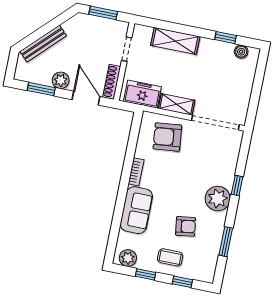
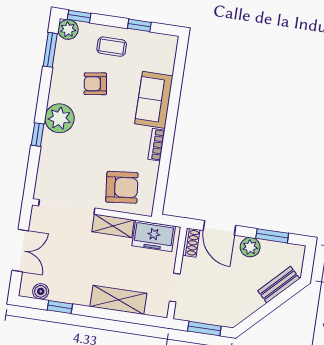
bench: (43, 44) -> (279, 285), width x0.73
shoe rack: (112, 82) -> (191, 243), width x0.70
double door: (257, 87) -> (20, 251), added
window: (226, 242) -> (50, 50), moved
plant: (128, 258) -> (68, 30), moved
window: (182, 282) -> (79, 16), moved

